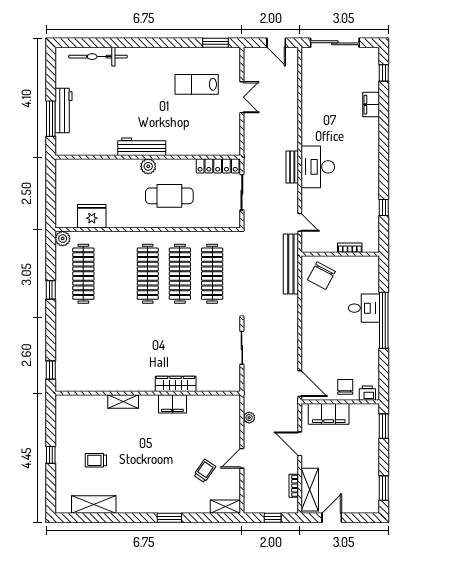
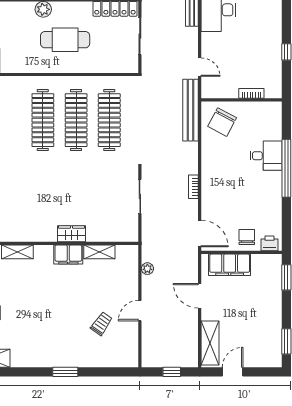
wardrobe: (176, 384) -> (72, 234), width x0.67
bookcase: (294, 486) -> (193, 187), moved
shelving: (225, 507) -> (99, 252), moved

